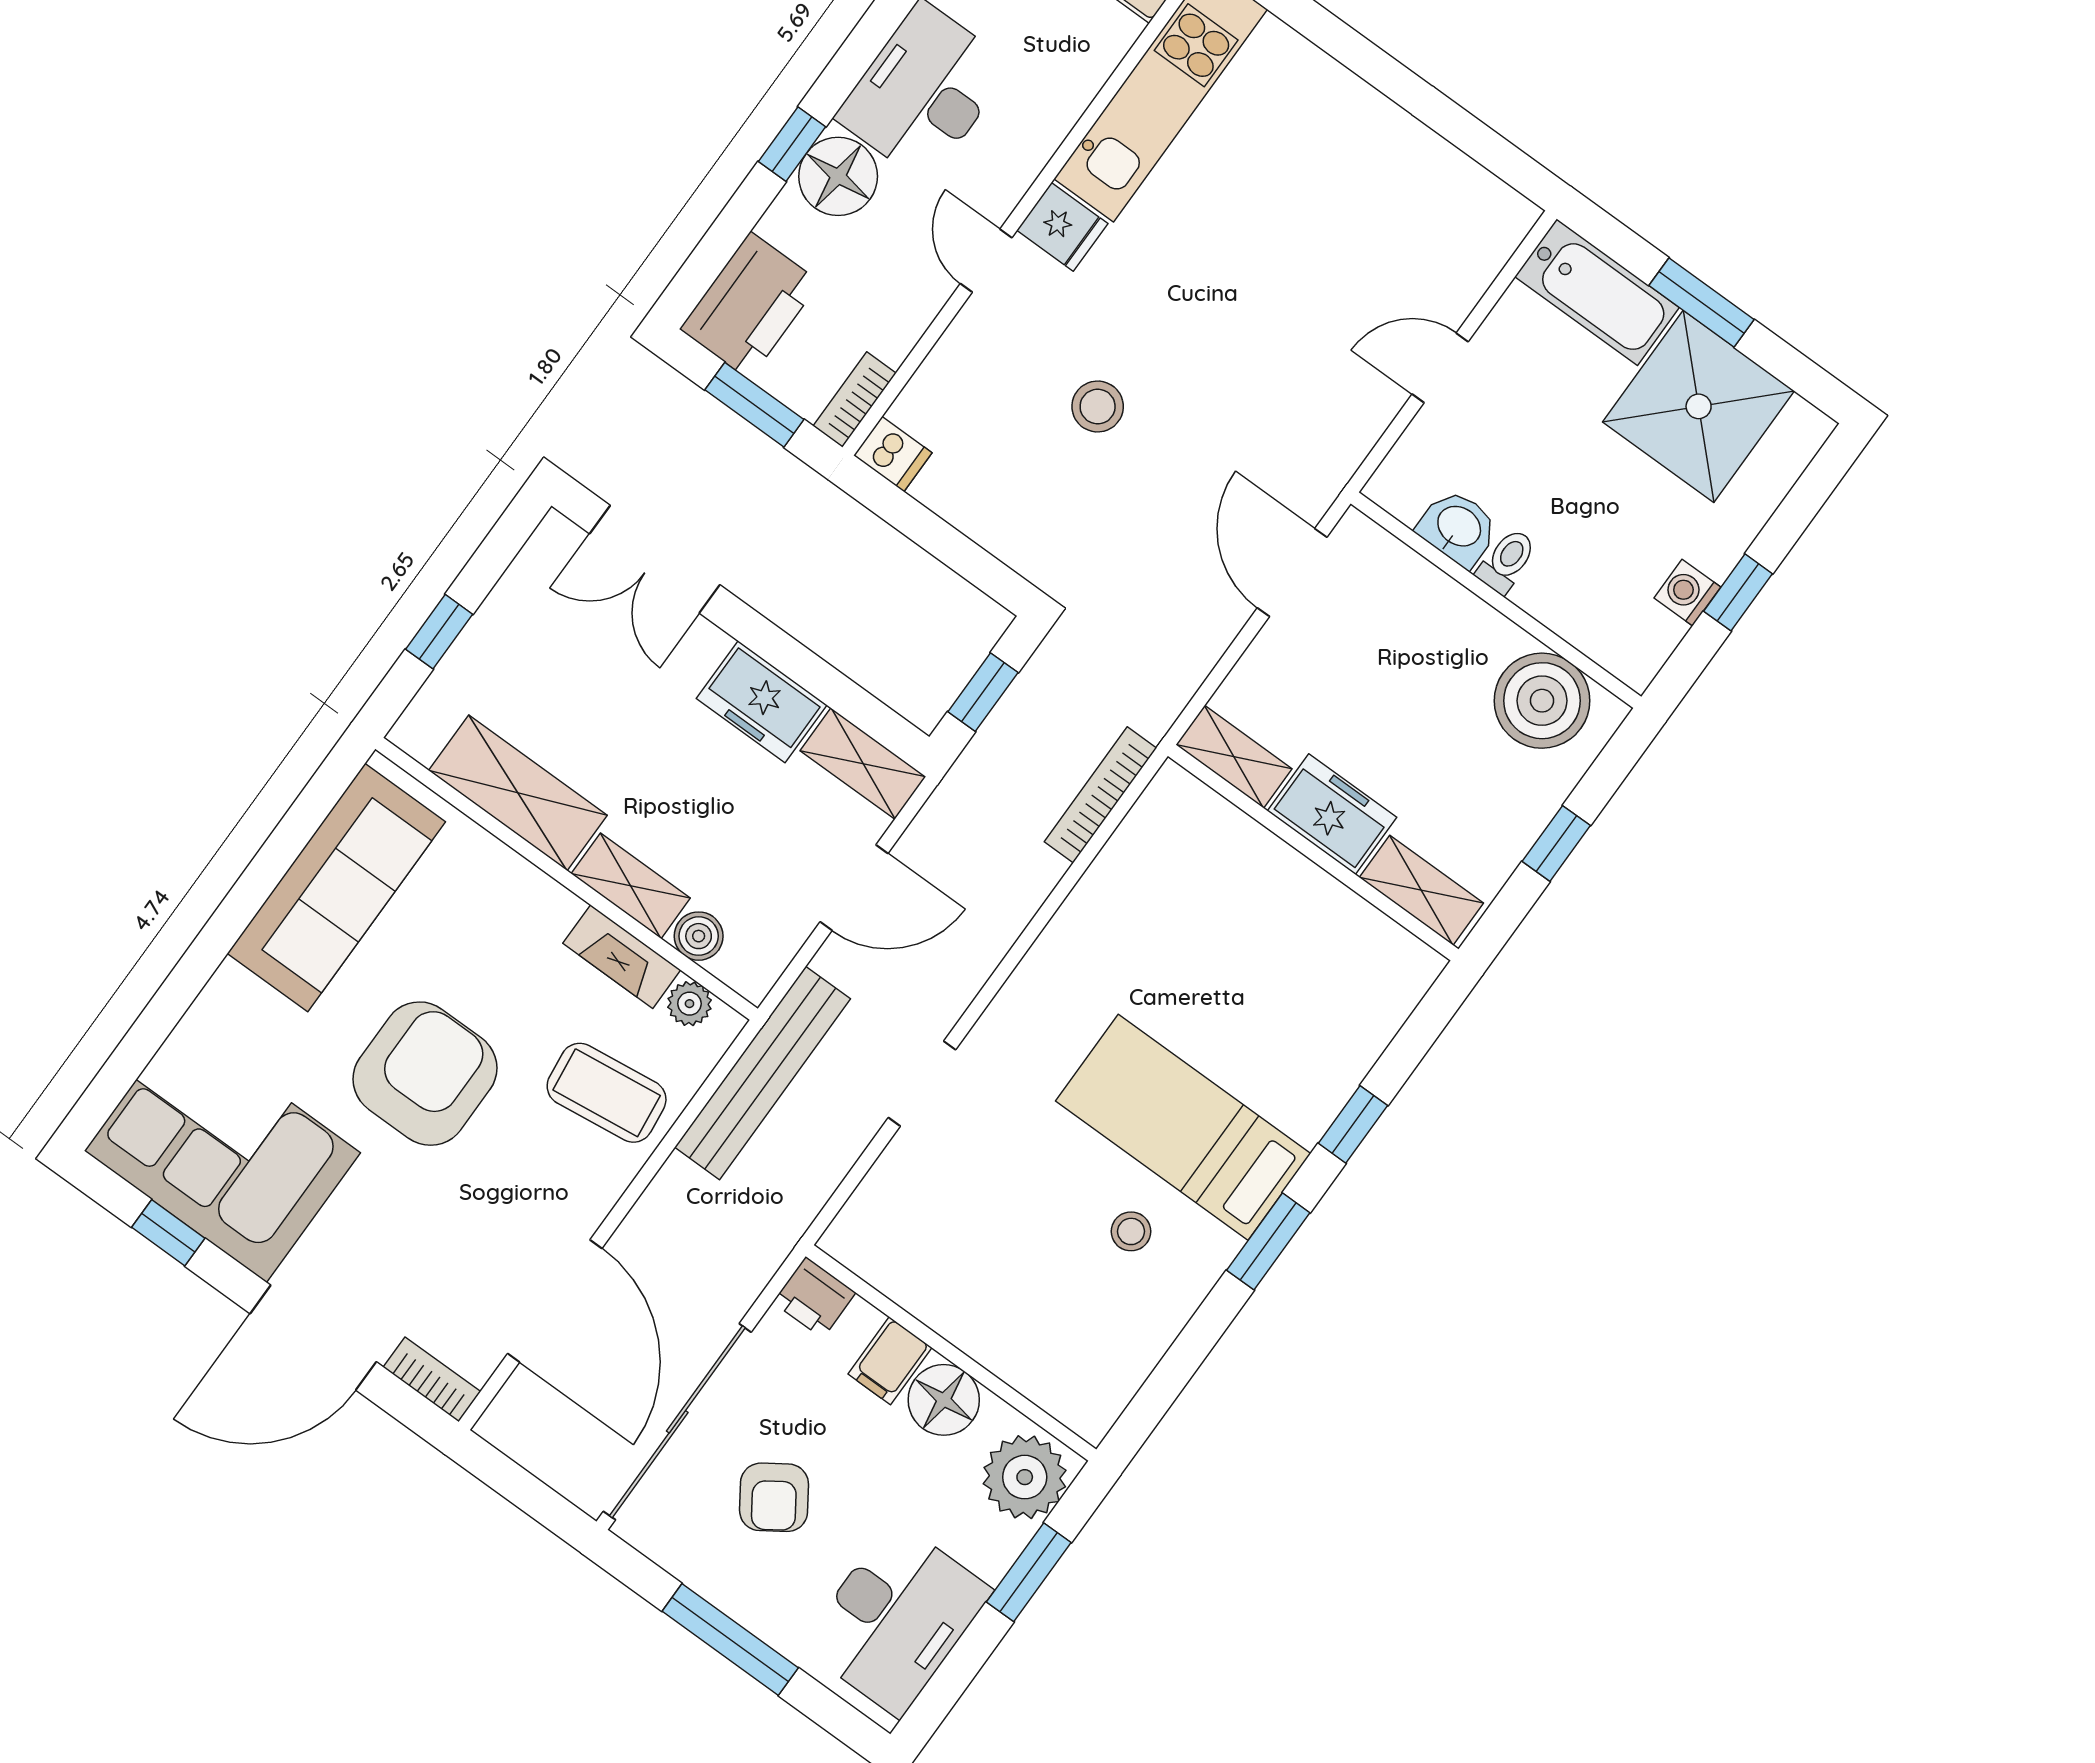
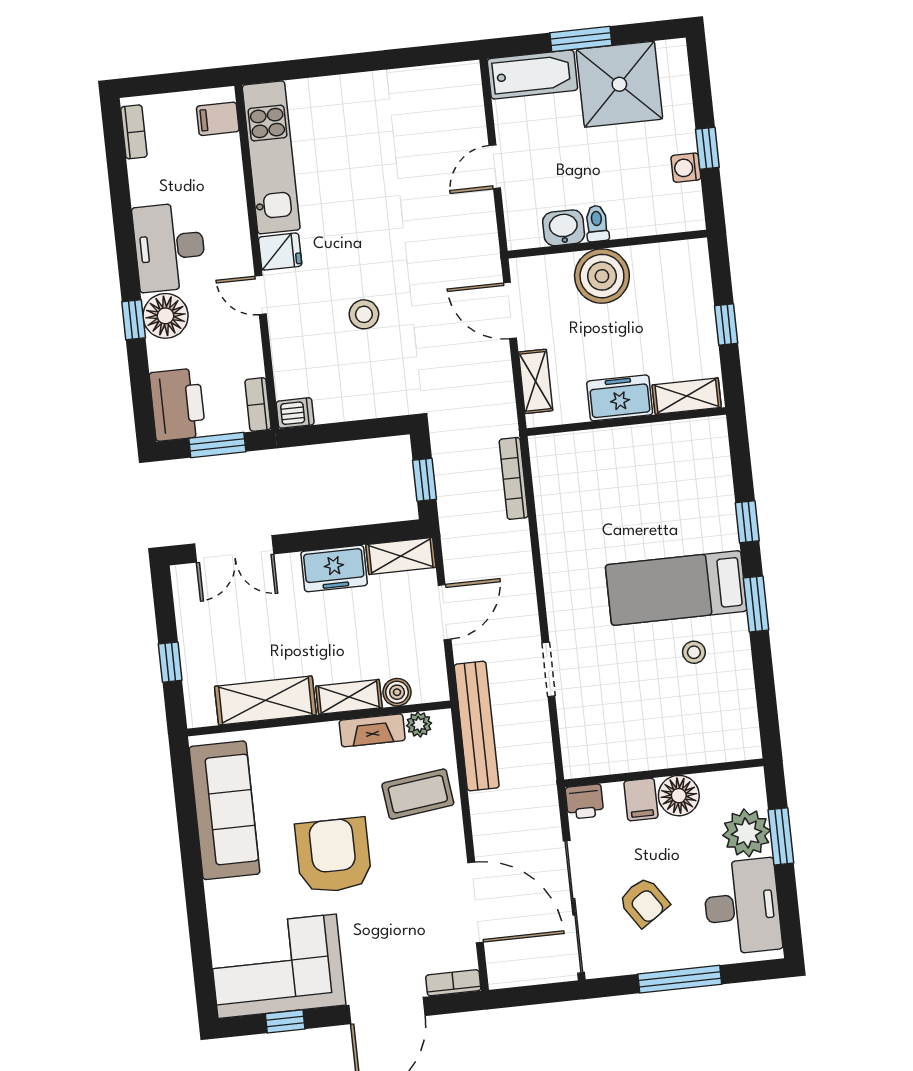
boiler: (1542, 701) -> (602, 276), moved
shelving: (1234, 757) -> (536, 381), moved, turned 90
plant: (1025, 1477) -> (747, 833), moved

